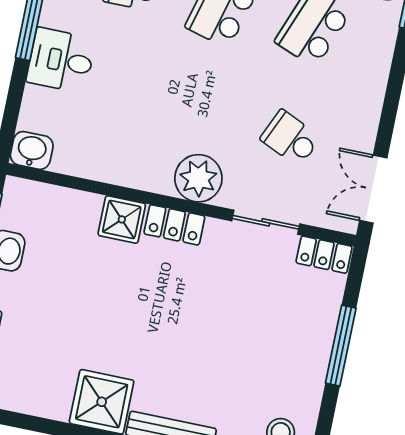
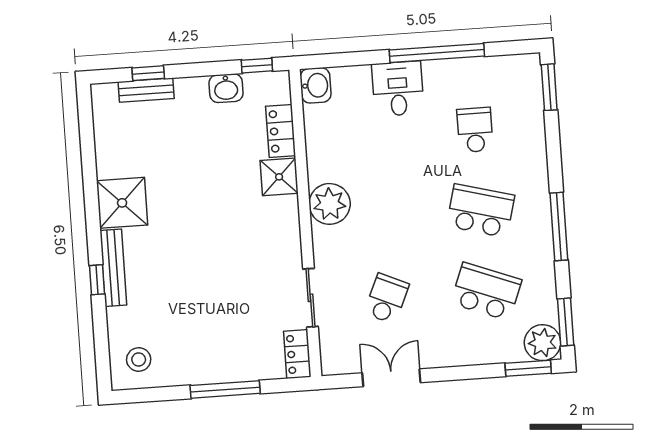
plant: (198, 178) -> (330, 204), moved
double door: (373, 189) -> (391, 378), moved
locker: (174, 225) -> (281, 131), moved

